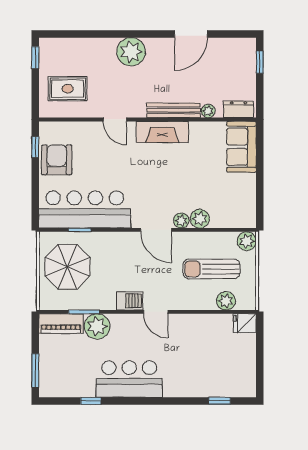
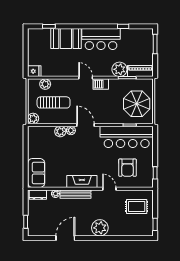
armchair: (57, 160) -> (127, 168), moved
booth: (190, 380) -> (66, 39), added

